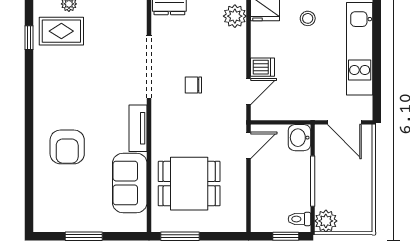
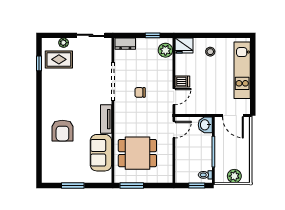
plant: (326, 221) -> (234, 176), moved

